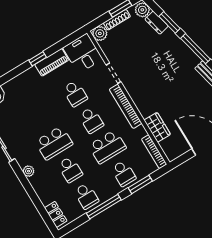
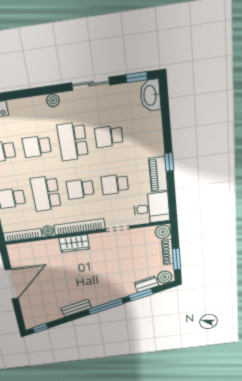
school desk: (38, 116) -> (109, 136), added
wardrobe: (157, 127) -> (74, 243), moved
plant: (141, 132) -> (48, 231), added

